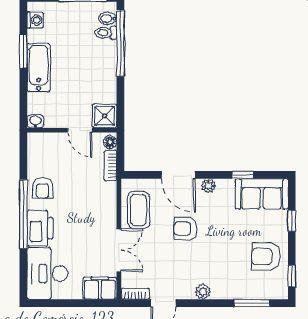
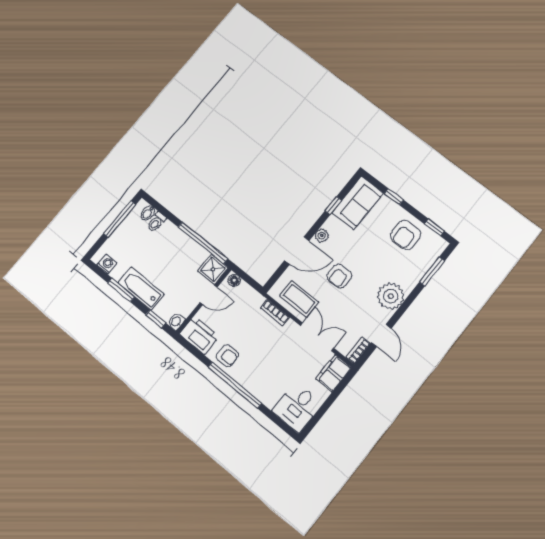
window: (120, 43) -> (203, 243), moved
window: (23, 102) -> (156, 319), added
bookcase: (111, 166) -> (275, 313), moved
printer: (40, 228) -> (199, 335), moved
desk: (47, 274) -> (297, 407), width x0.73
plant: (203, 292) -> (391, 296), width x1.87, depth x1.87

